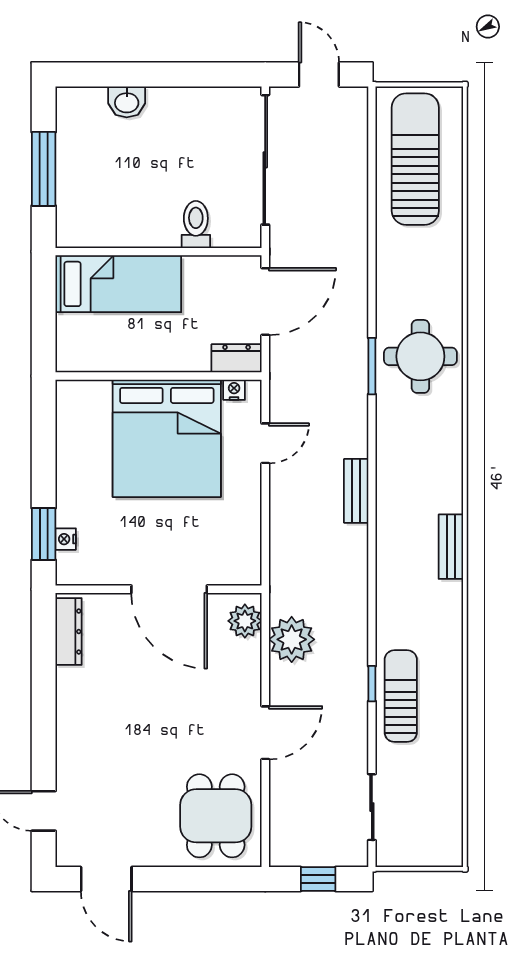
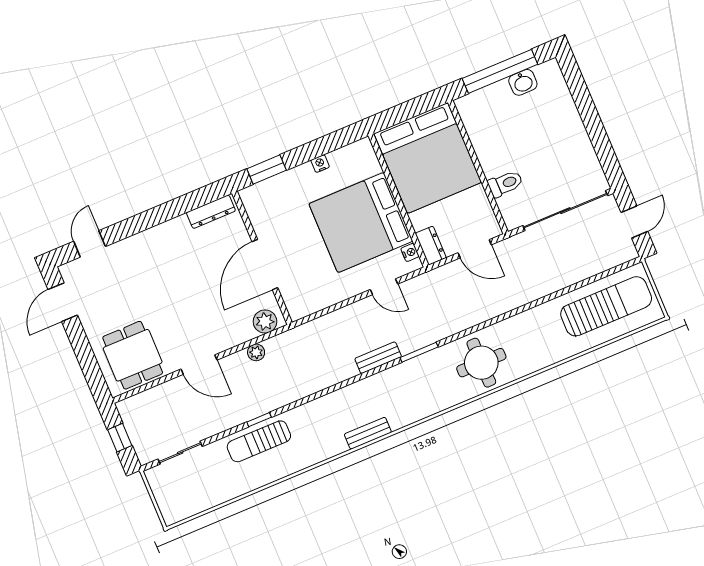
washbasin: (127, 102) -> (523, 82), moved, turned -90
window: (44, 169) -> (500, 71), width x1.46
bed: (118, 284) -> (428, 158), width x2.04
door: (265, 302) -> (475, 249), width x0.73
window: (372, 366) -> (419, 352), moved
nightstand: (66, 539) -> (320, 164), moved
plant: (292, 639) -> (256, 352), width x0.53, depth x0.53
sun lounger: (401, 696) -> (259, 441), turned 180
dining table: (216, 816) -> (133, 355), turned 90

